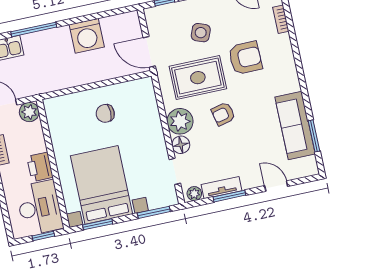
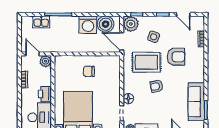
boiler: (116, 29) -> (106, 24), added
plant: (180, 121) -> (131, 24), moved

